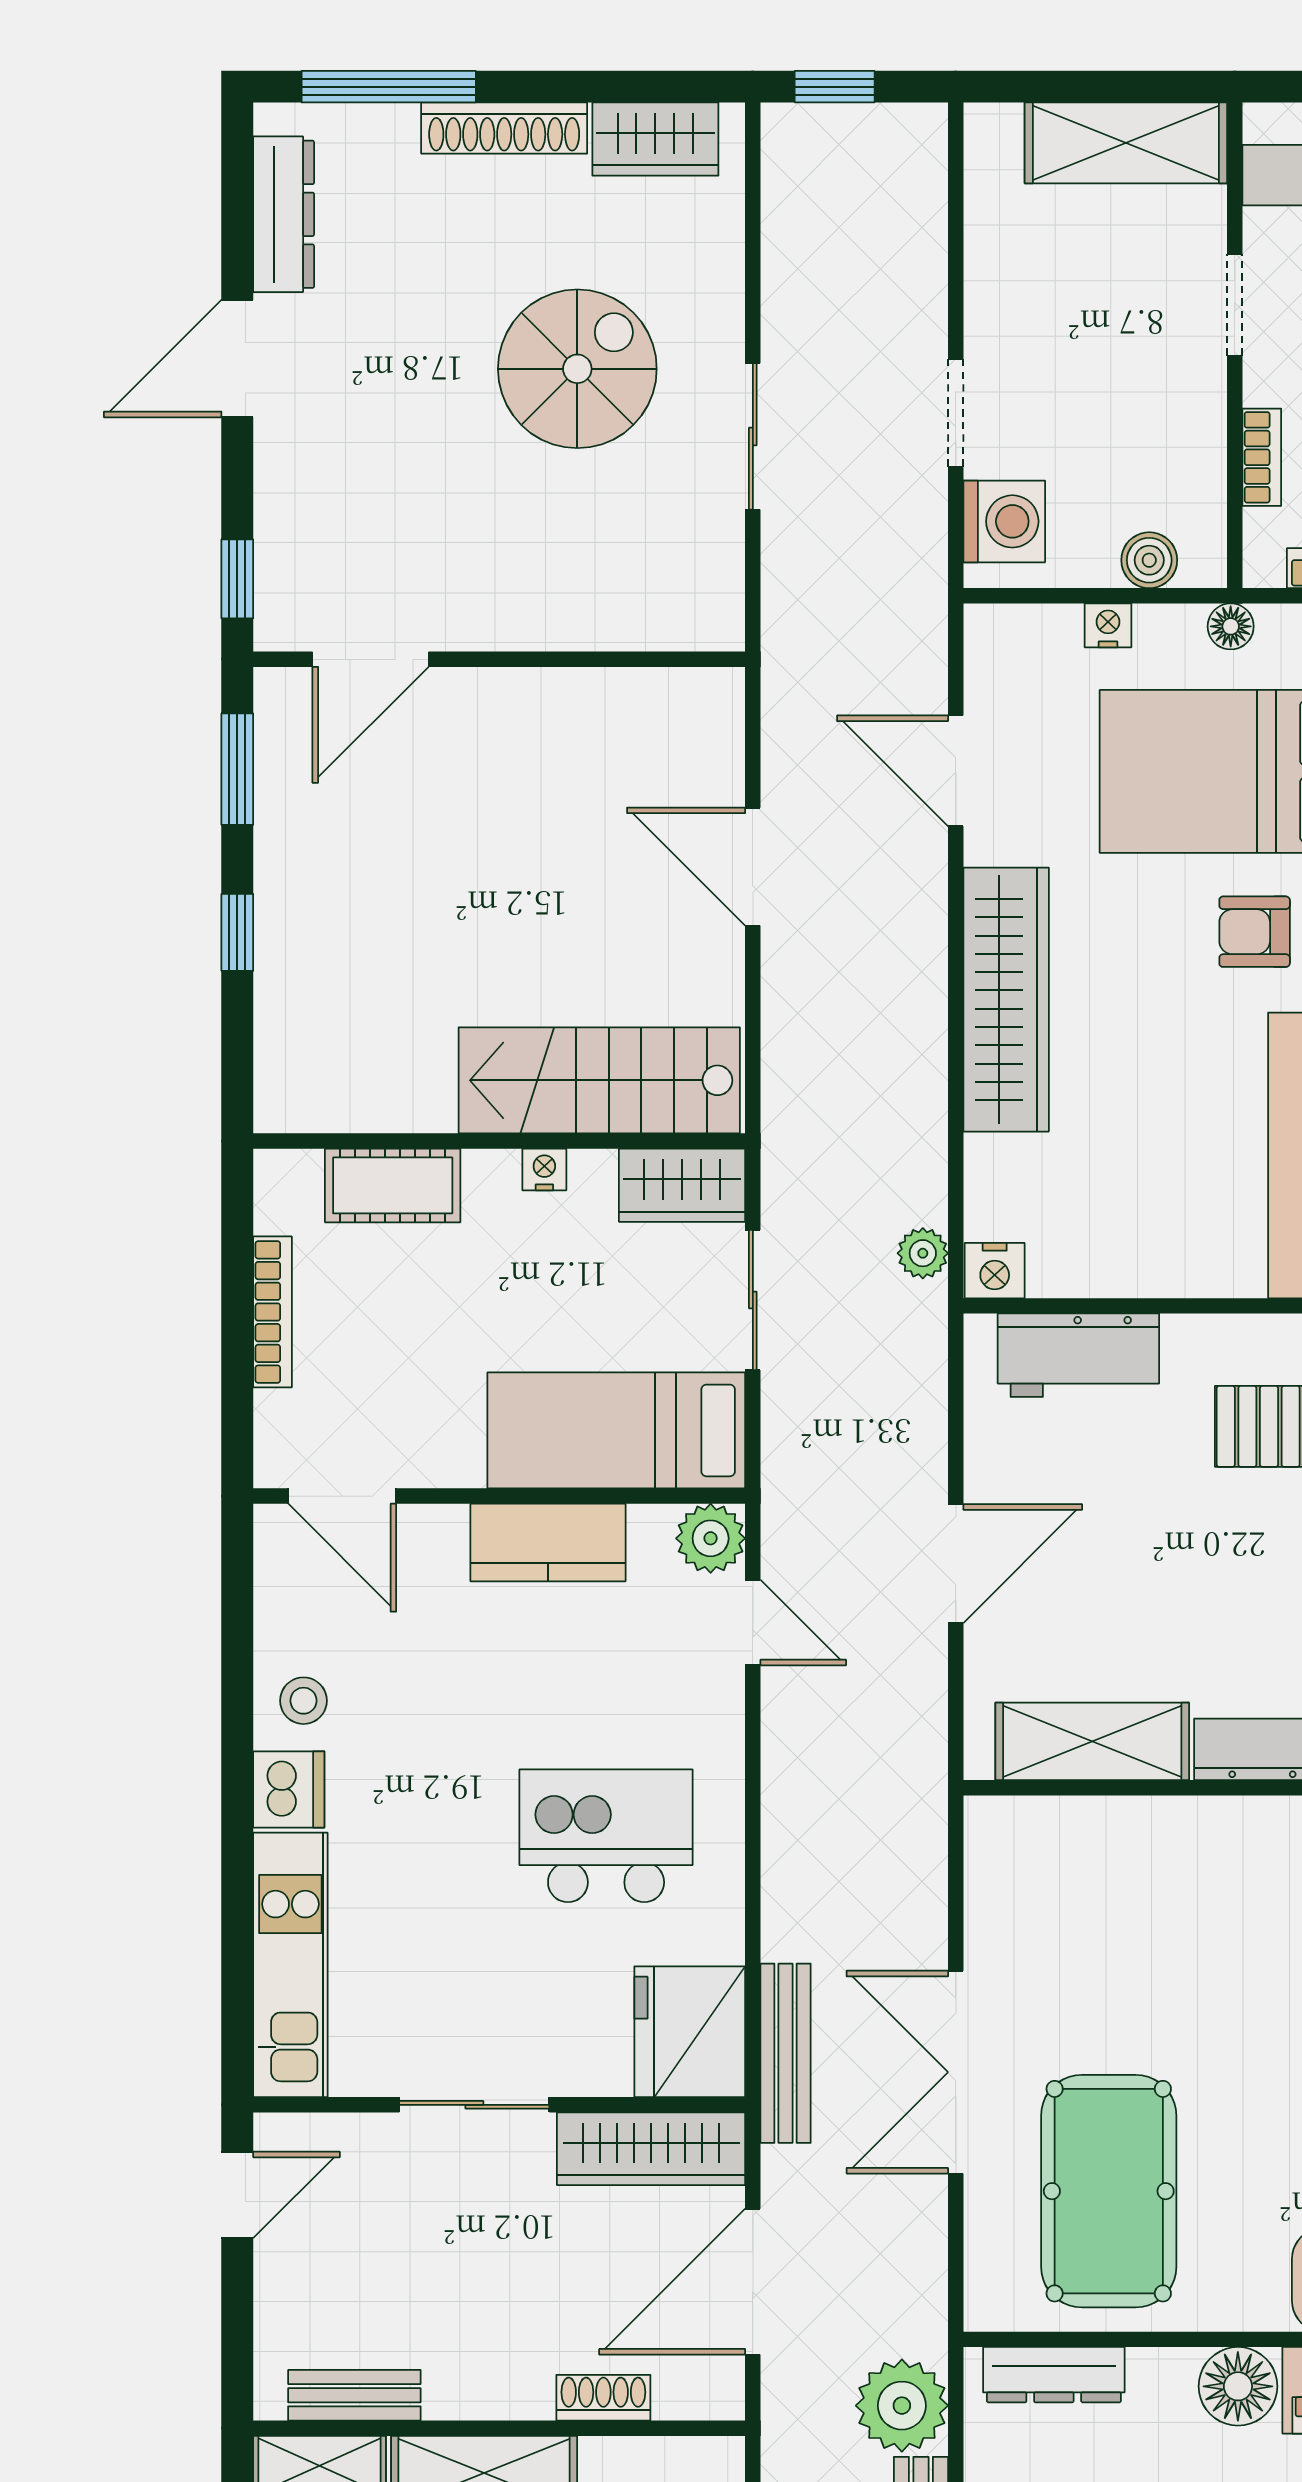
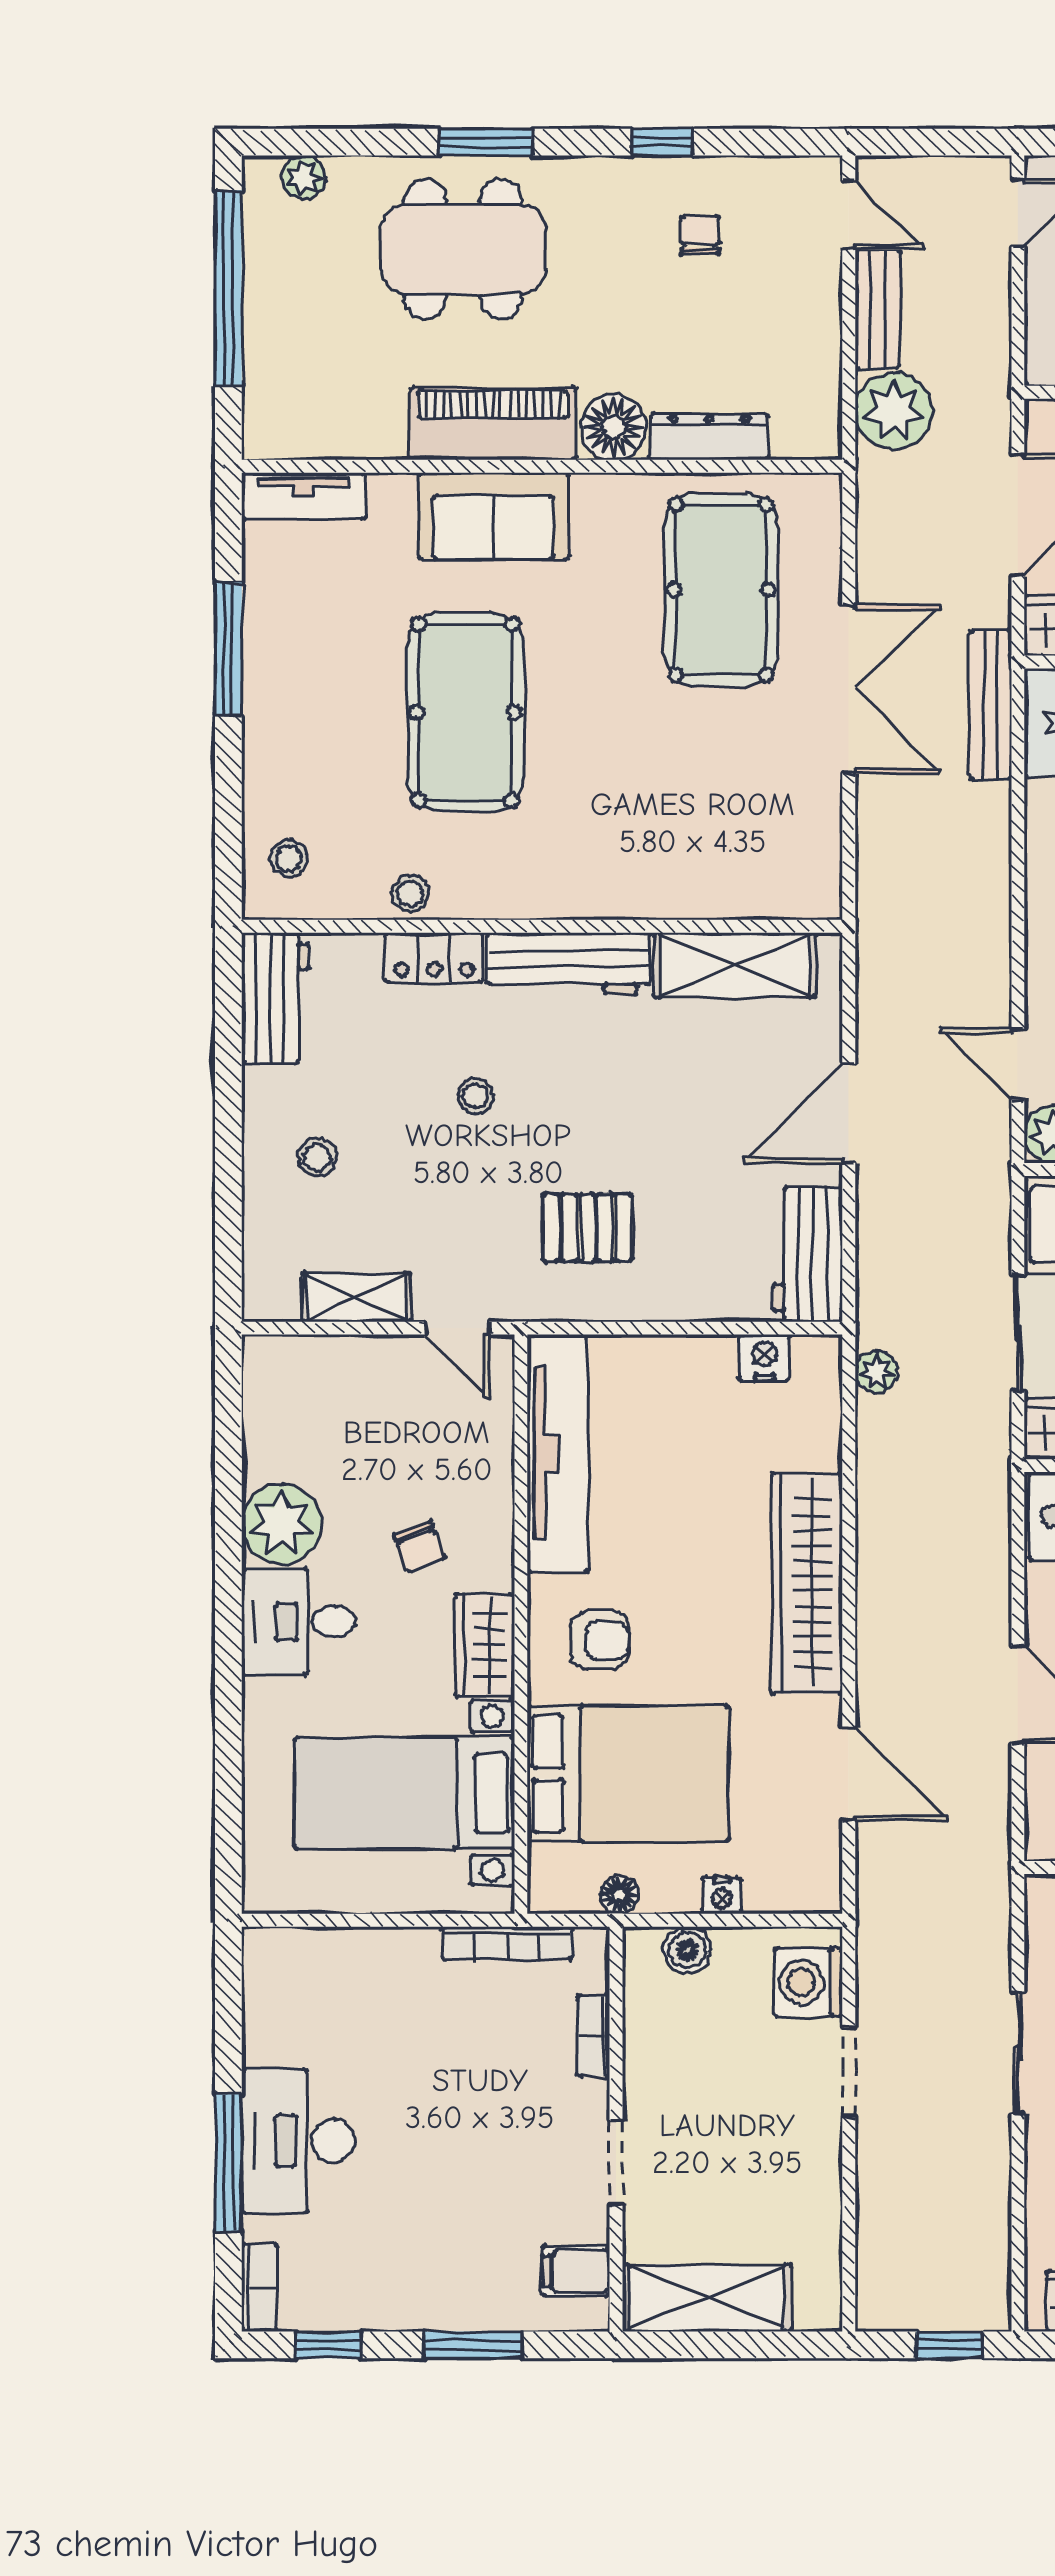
nightstand: (995, 1271) -> (764, 1358), moved
workbench: (1078, 1355) -> (808, 1254), moved, turned -90
dresser: (1054, 2375) -> (709, 437), moved

